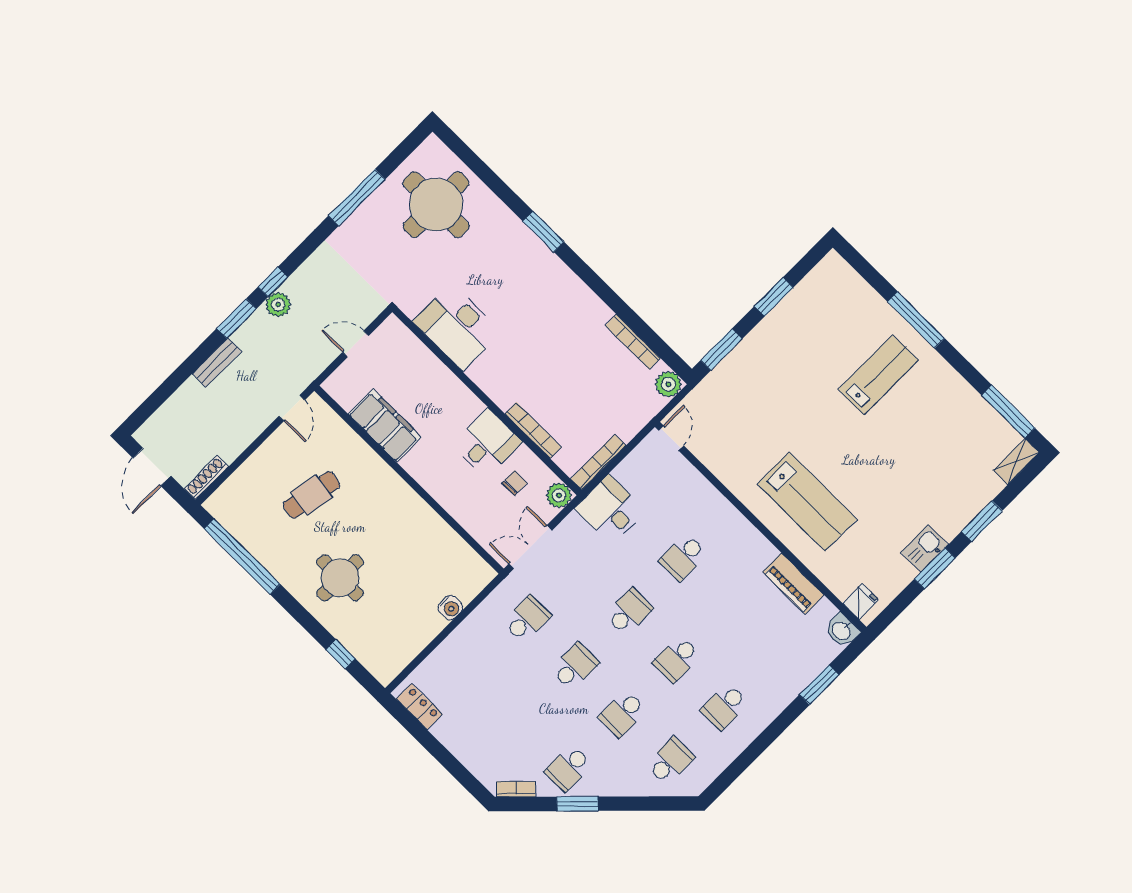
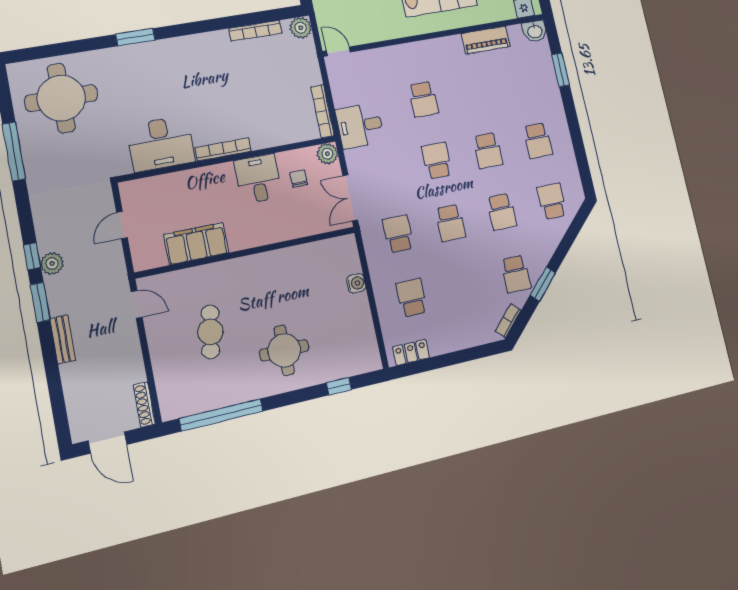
bookcase: (533, 430) -> (223, 149), moved
school desk: (575, 666) -> (450, 223), turned 180
school desk: (473, 673) -> (412, 298), added

